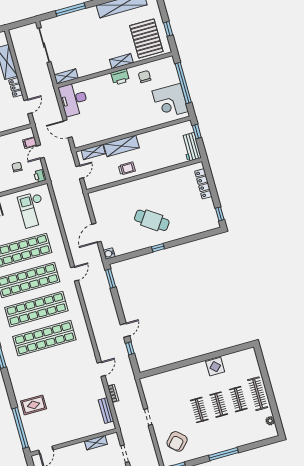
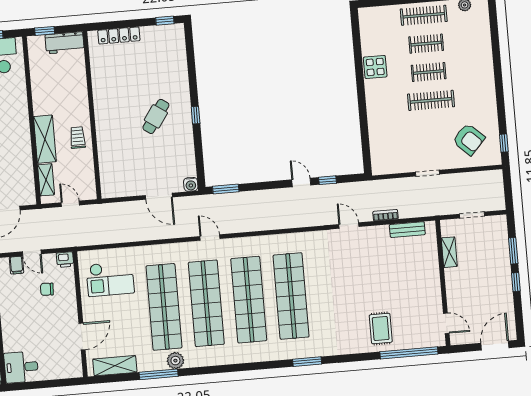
cafe table: (152, 220) -> (156, 116), width x0.73, depth x0.74
clothes rail: (199, 410) -> (431, 100), width x1.36
window: (223, 454) -> (498, 78), removed

